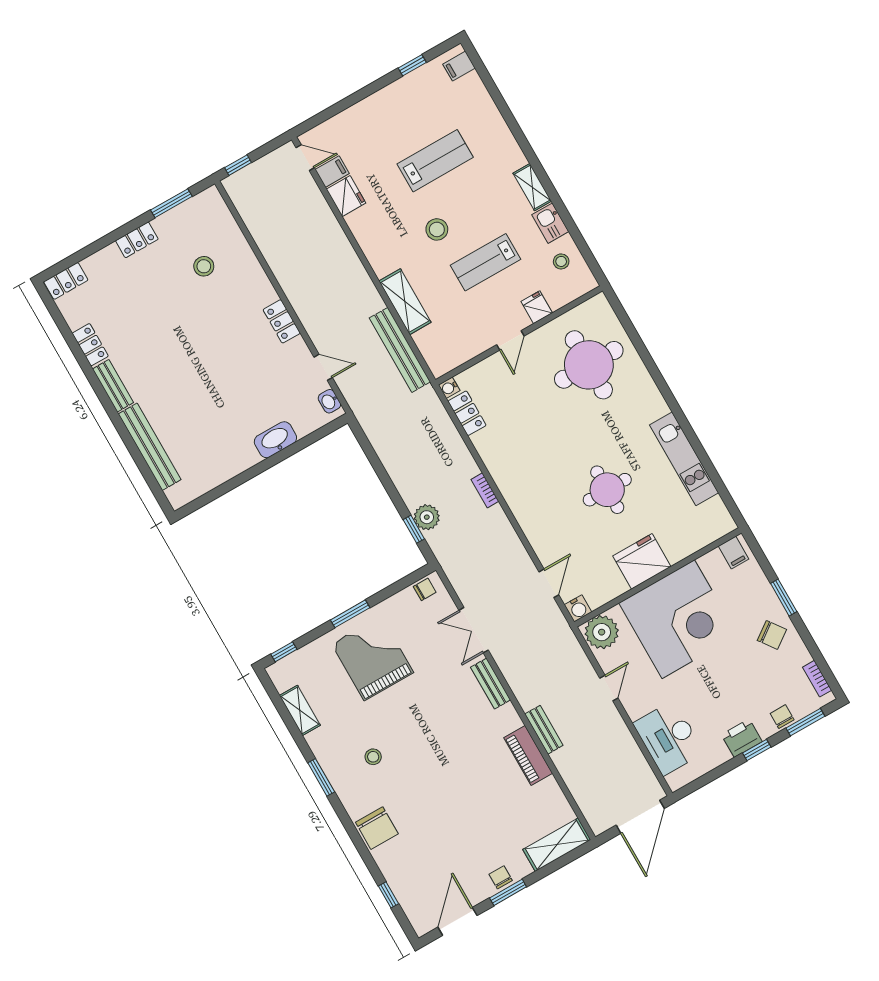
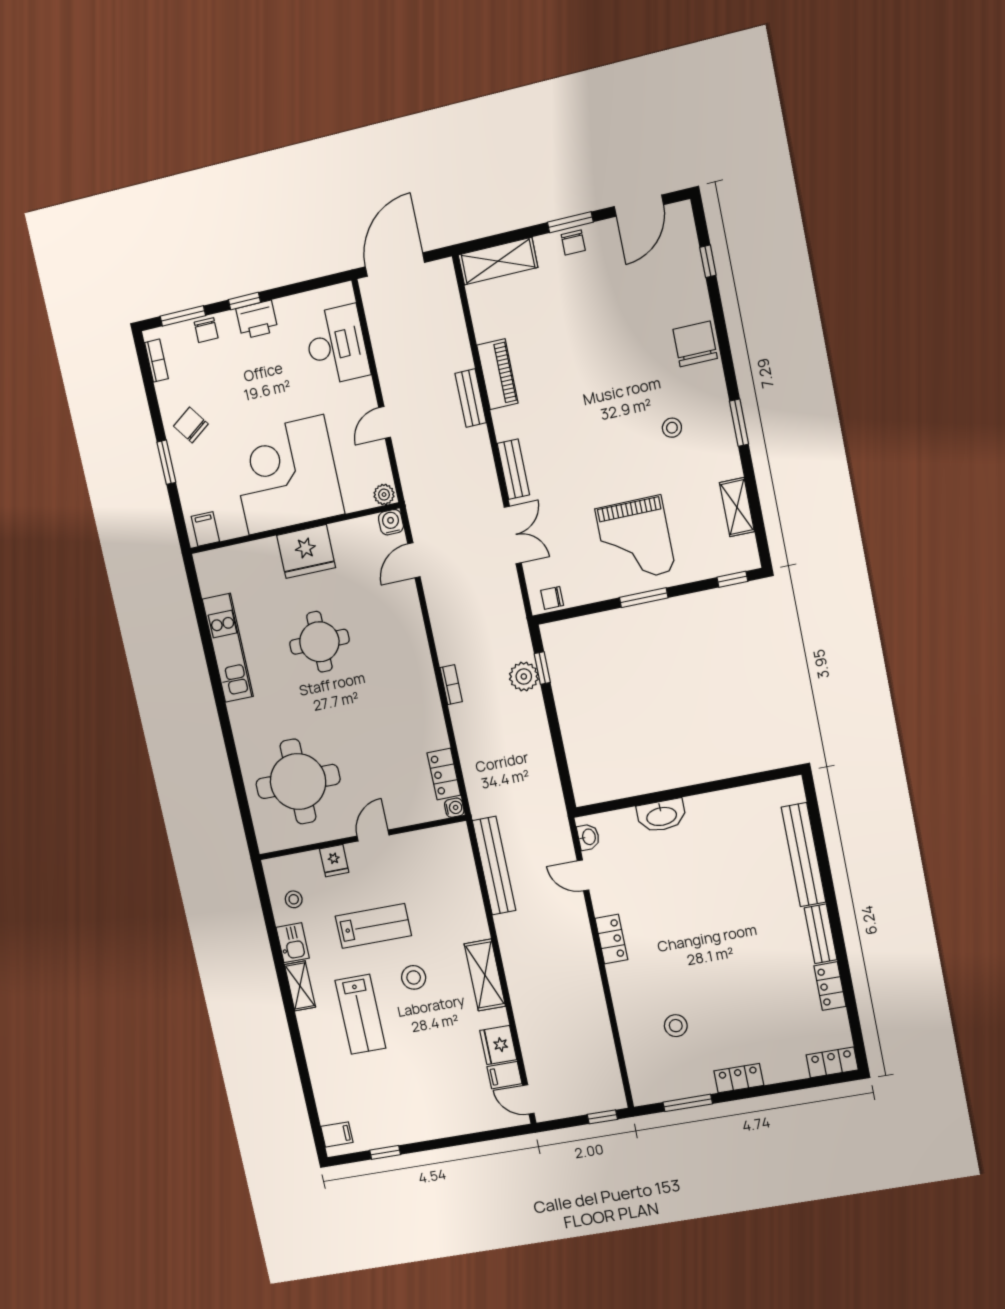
lab bench: (435, 161) -> (360, 1014), moved, turned -90
shelving: (405, 302) -> (485, 975), moved
plant: (602, 632) -> (384, 495), width x0.53, depth x0.53

